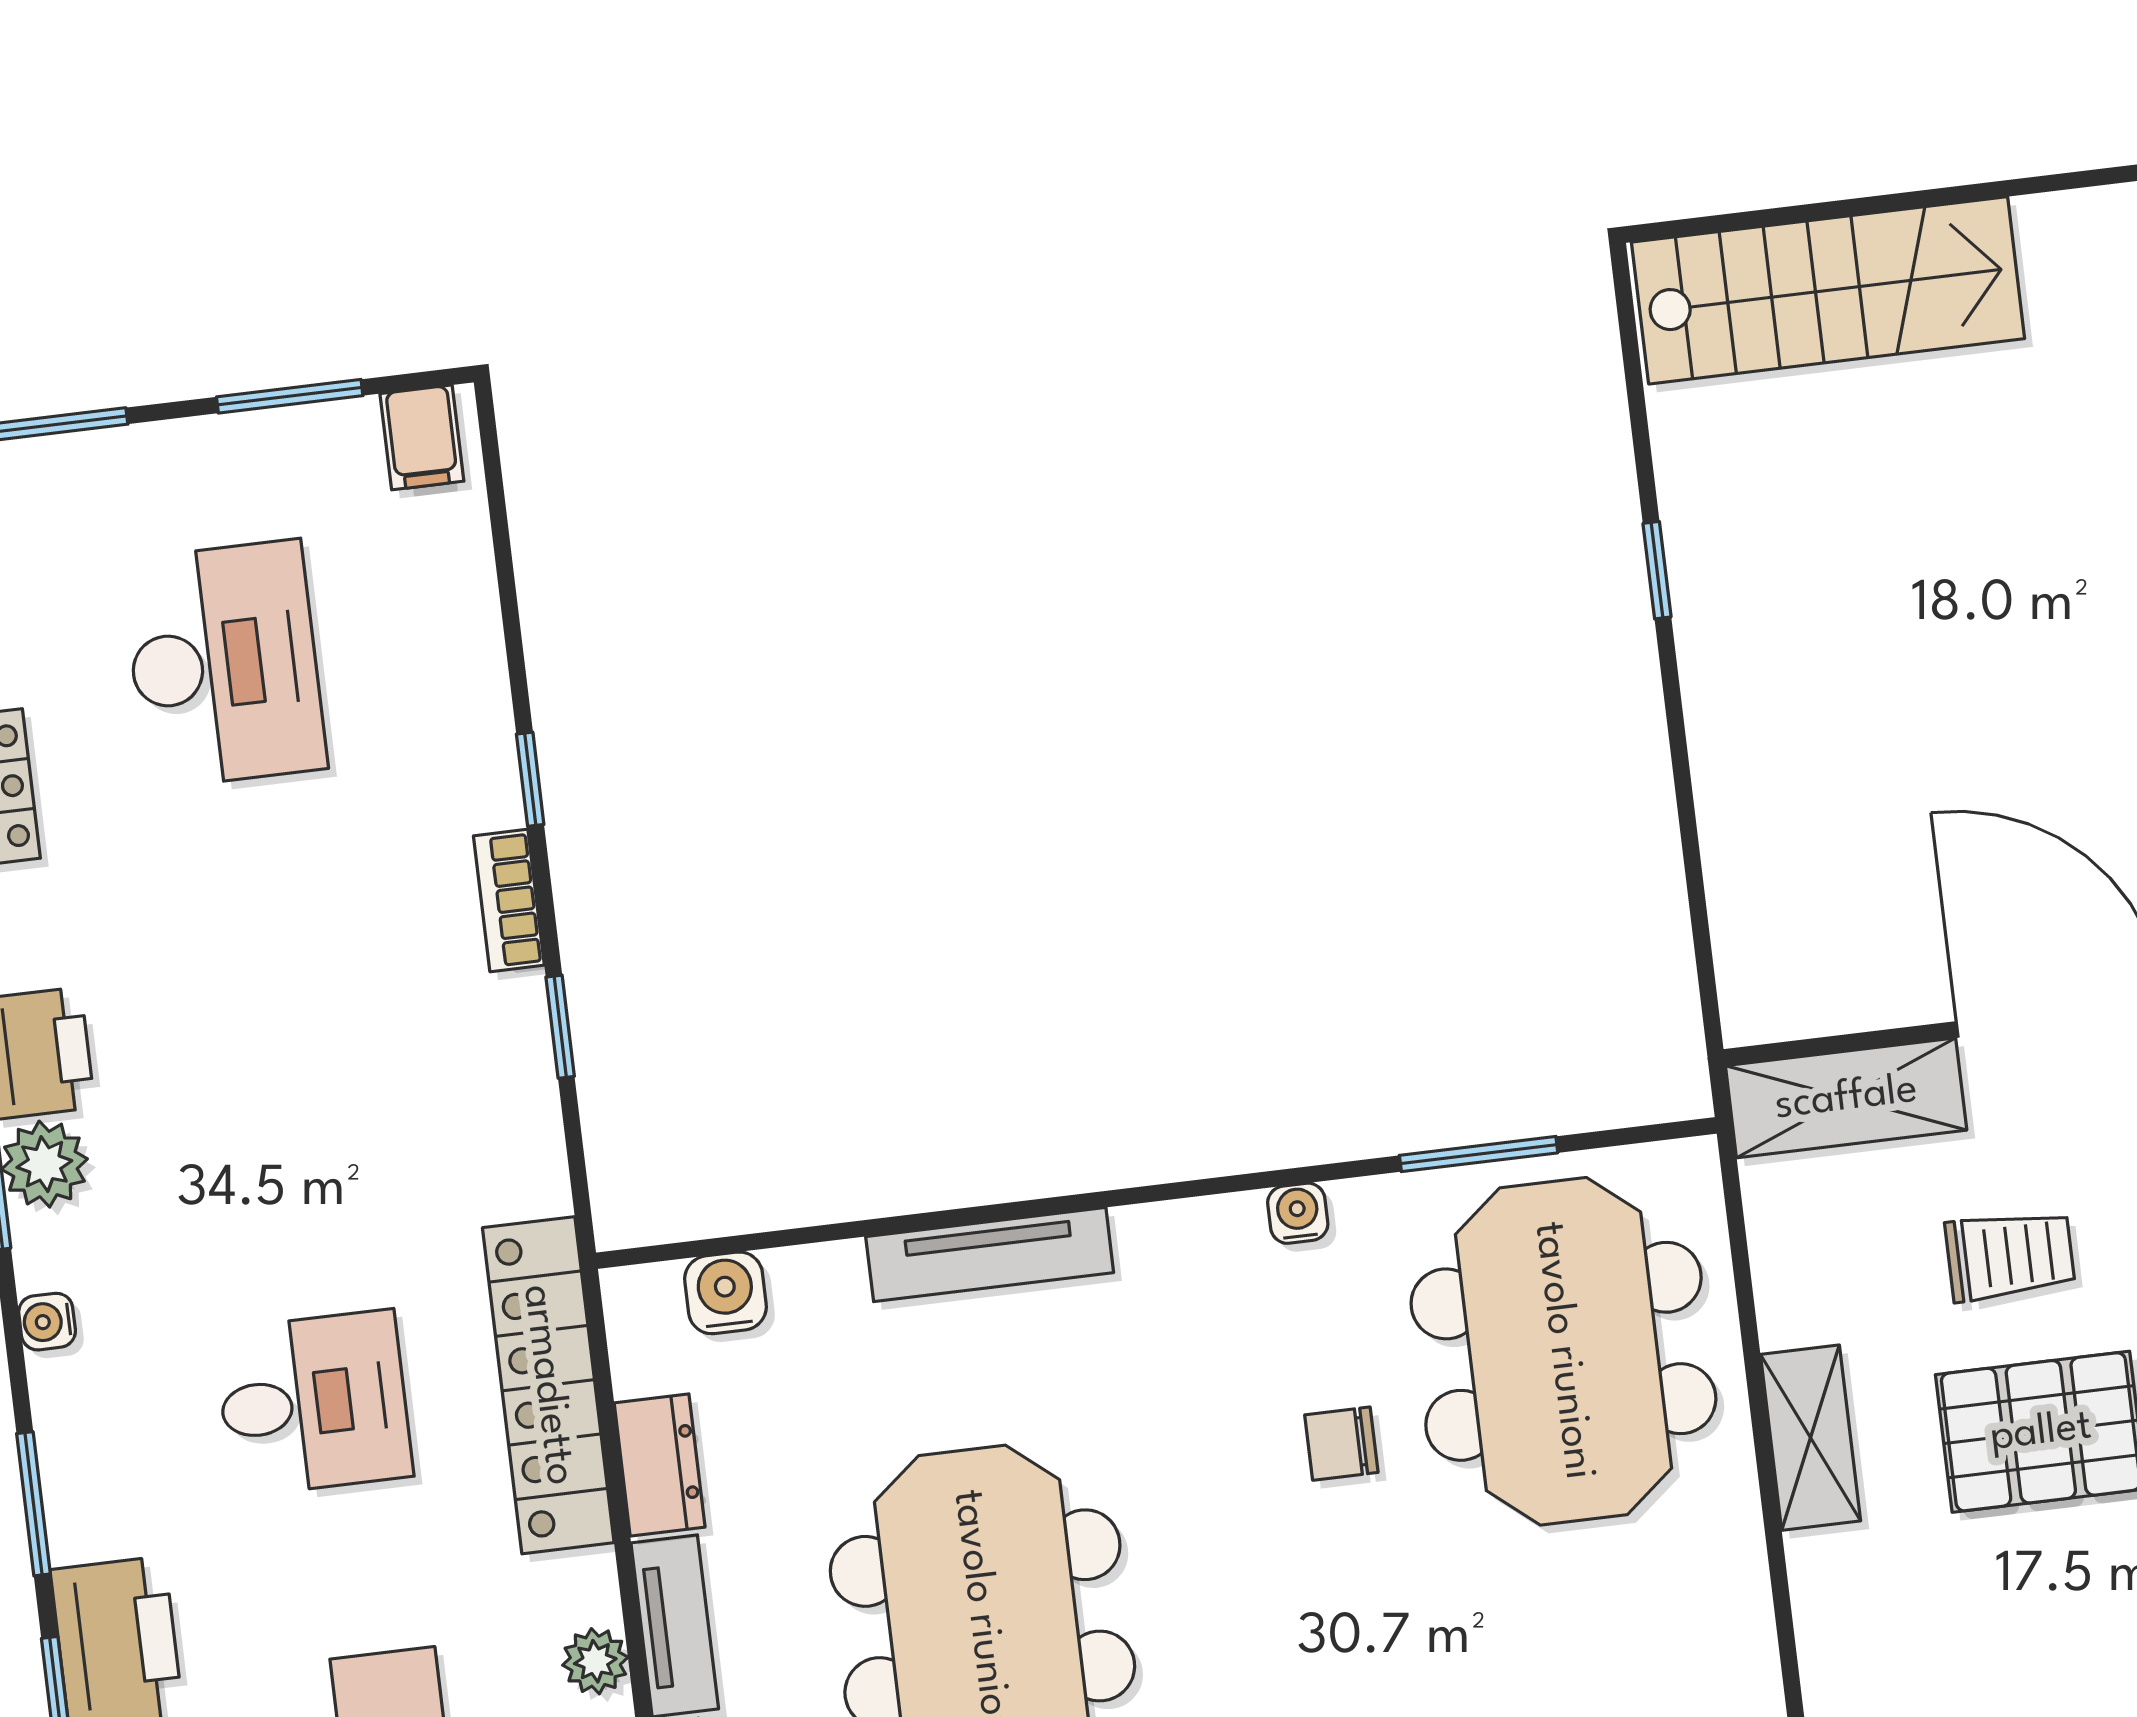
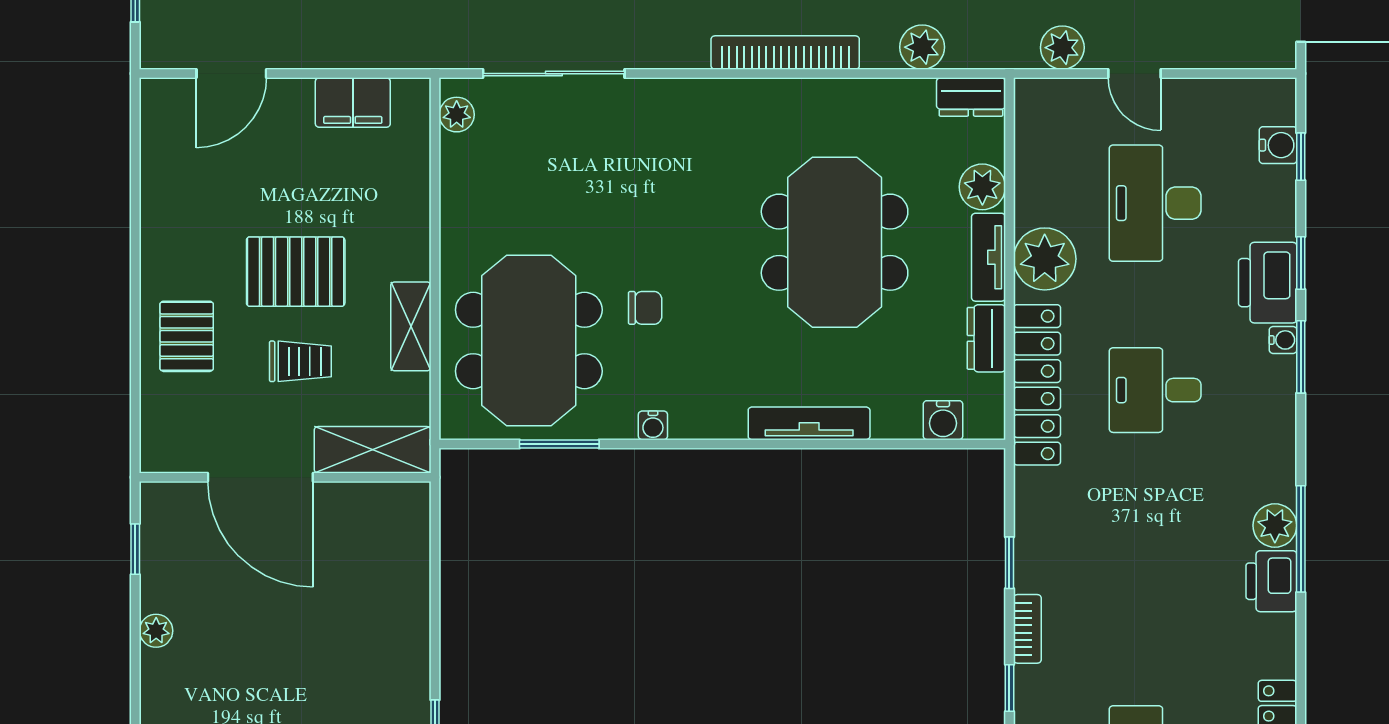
trolley: (2010, 1256) -> (300, 361), turned 180
water cooler: (47, 1322) -> (1283, 340), moved
shelving: (1810, 1438) -> (411, 326), moved
plant: (595, 1661) -> (1045, 259), width x1.88, depth x1.88

